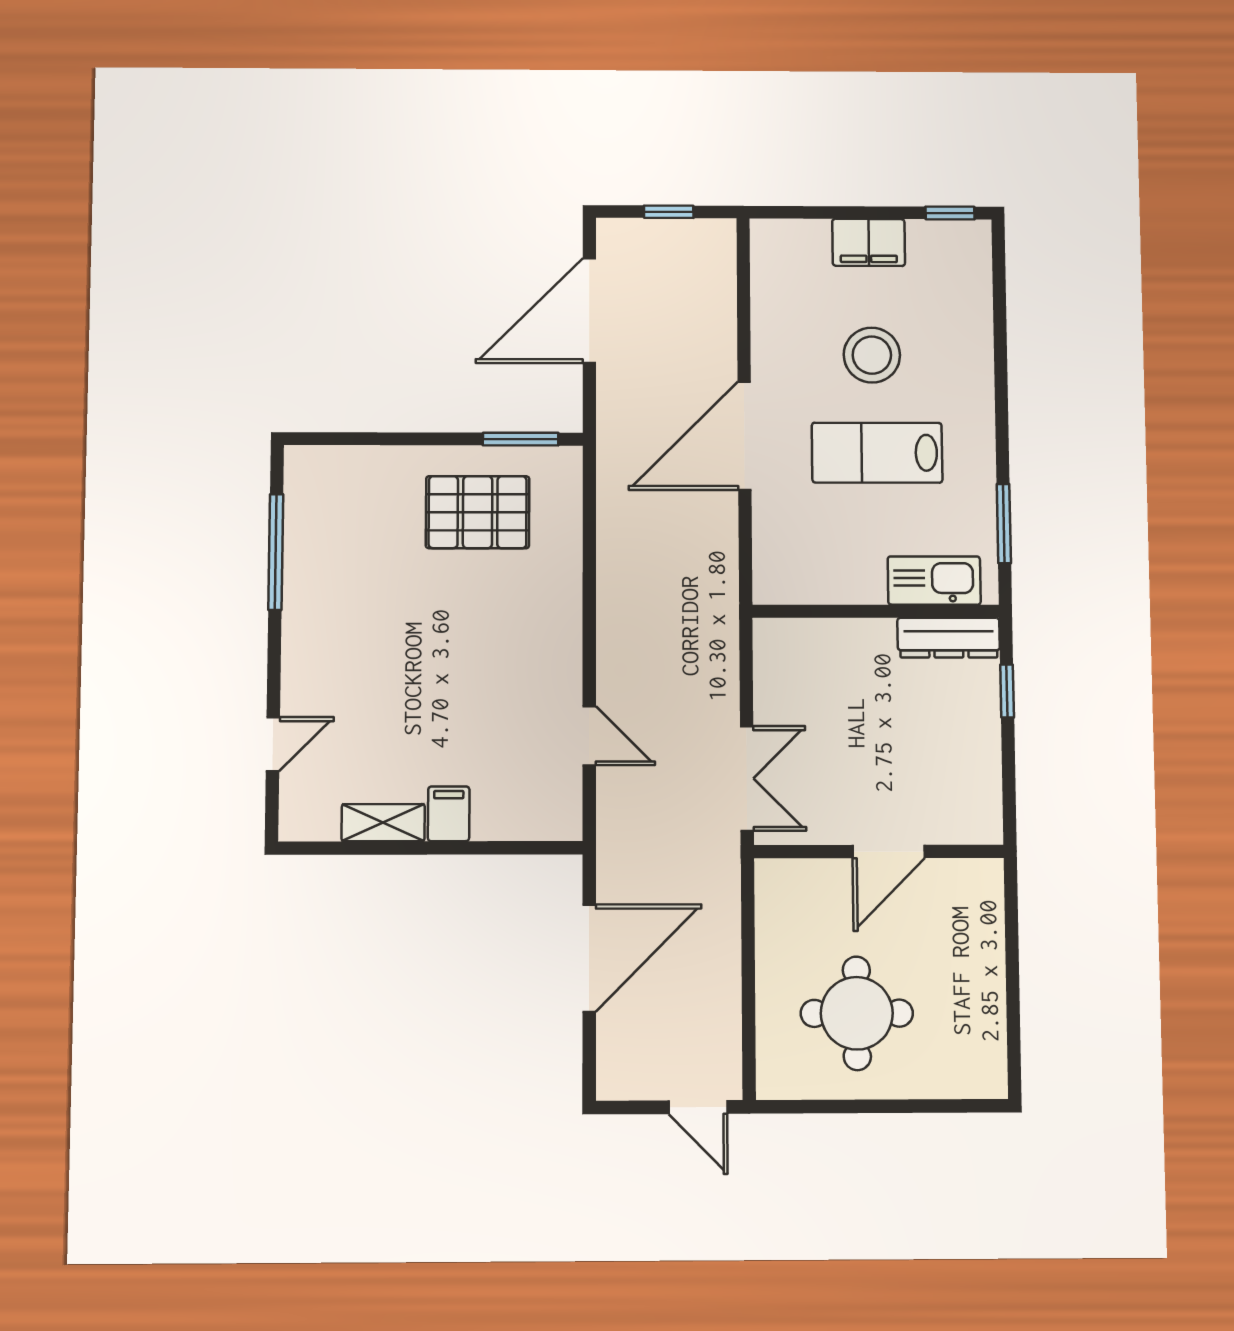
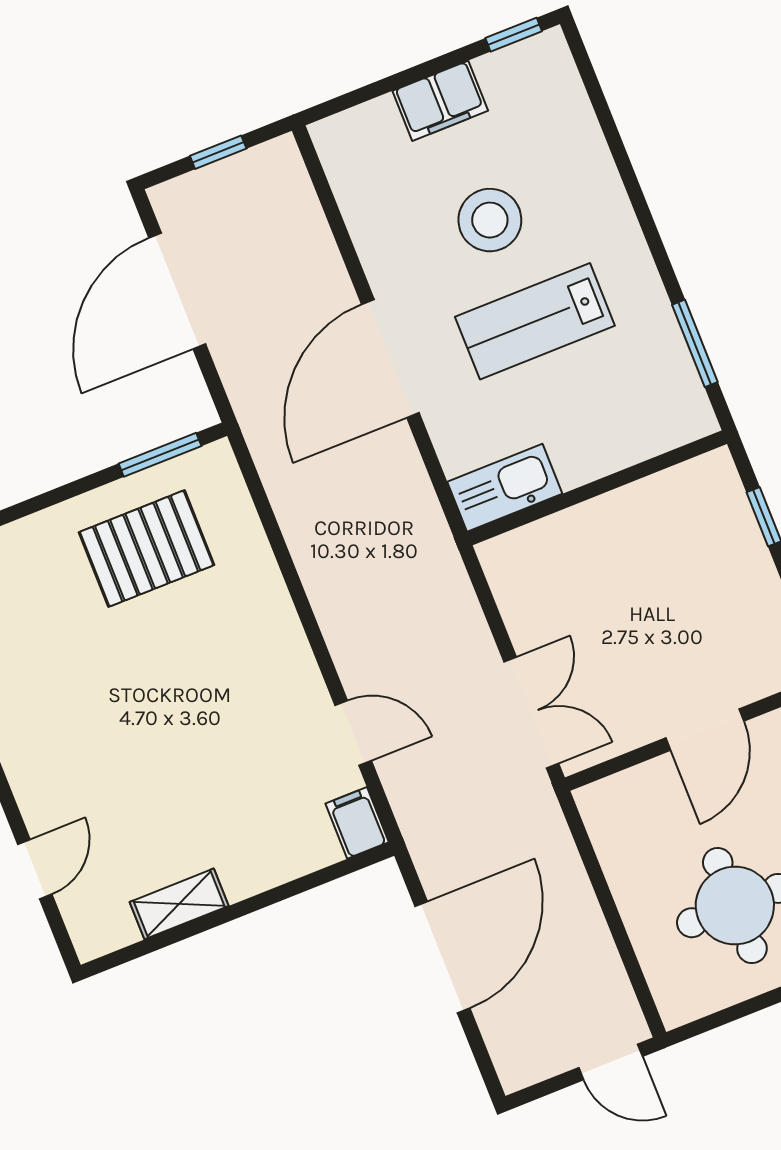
kitchen sink: (934, 581) -> (505, 488), moved
dresser: (949, 638) -> (683, 485), removed
filing cabinet: (449, 814) -> (357, 823), moved

